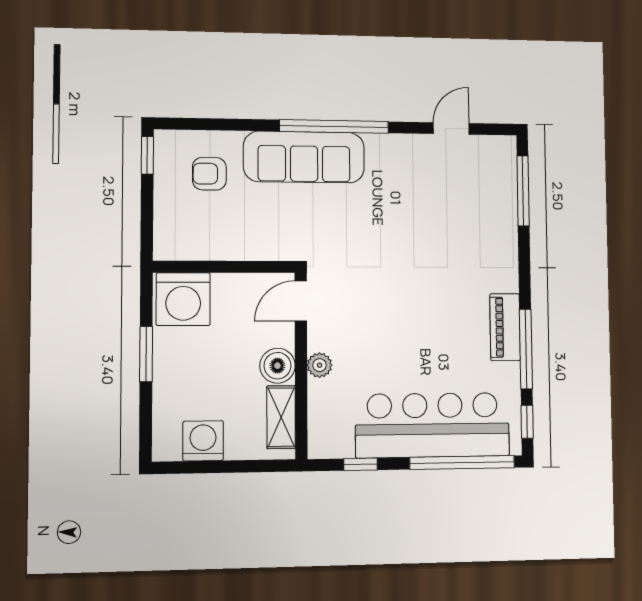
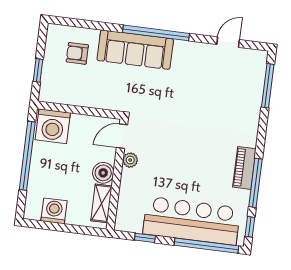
window: (147, 155) -> (38, 70), moved
window: (146, 354) -> (27, 156), width x2.11
plant: (319, 365) -> (130, 160), moved

